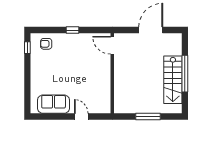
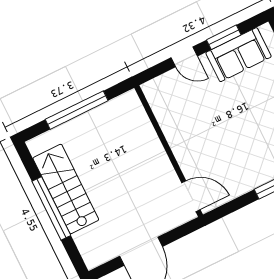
window: (57, 116) -> (224, 37), added
window: (148, 116) -> (77, 110), width x1.46

